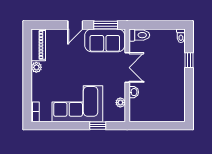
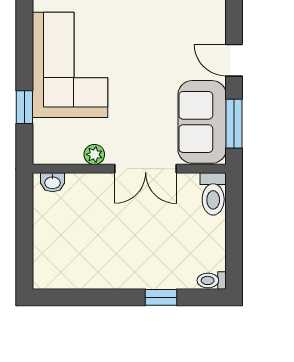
washbasin: (134, 92) -> (53, 182), moved
plant: (120, 103) -> (94, 154), moved

